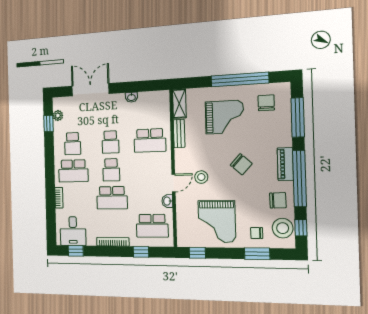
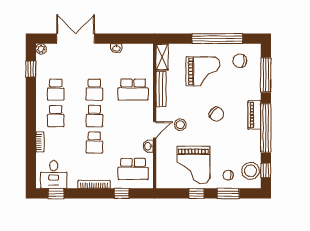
chair: (266, 103) -> (240, 61), turned -83
plant: (58, 116) -> (41, 49), moved
bench: (179, 133) -> (161, 89), width x1.36
school desk: (73, 171) -> (56, 116), width x0.54
school desk: (112, 198) -> (94, 143), width x0.54
chair: (278, 200) -> (247, 147), removed
window: (197, 253) -> (197, 193), moved

